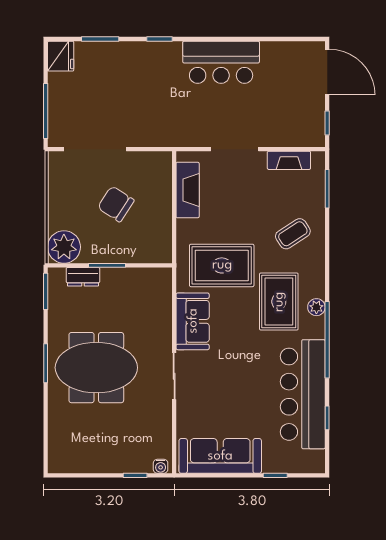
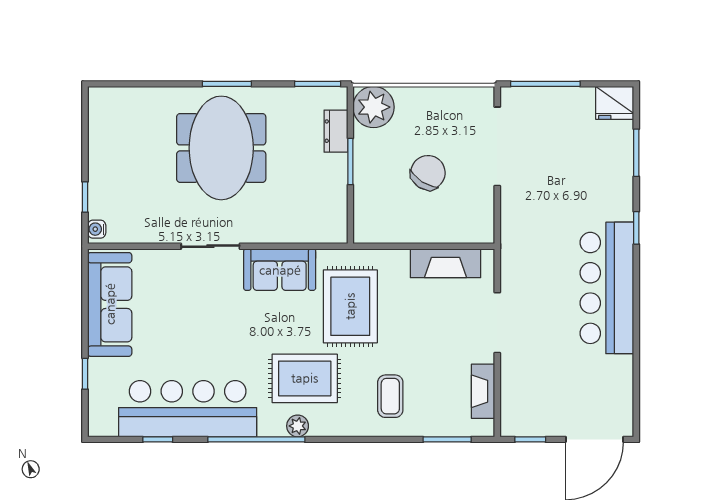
bar counter: (221, 62) -> (607, 288), width x1.36
coffee table: (293, 234) -> (390, 396), turned 33

